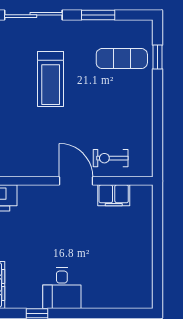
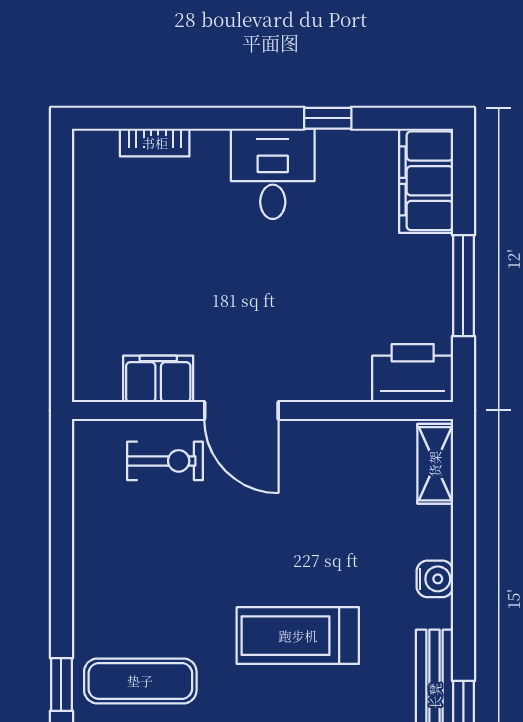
treadmill: (51, 79) -> (298, 636), turned -90
bookcase: (115, 302) -> (155, 143), added

